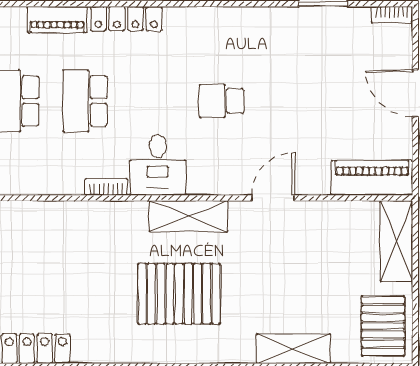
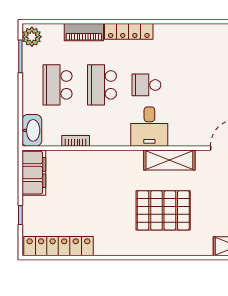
school desk: (221, 101) -> (146, 85), moved
bookcase: (106, 187) -> (76, 141), moved

